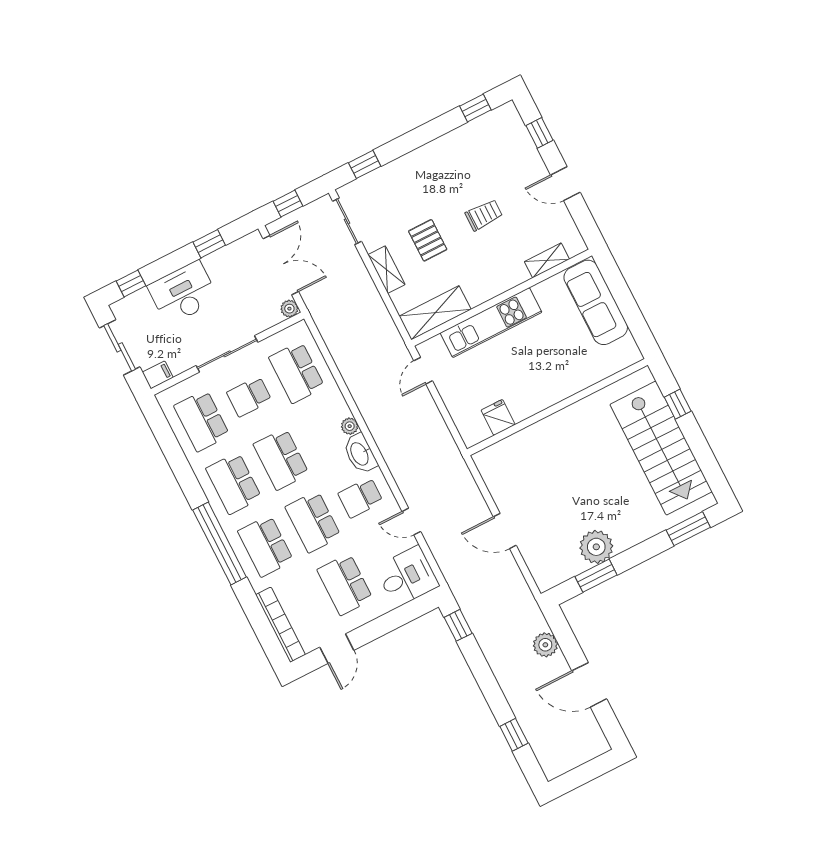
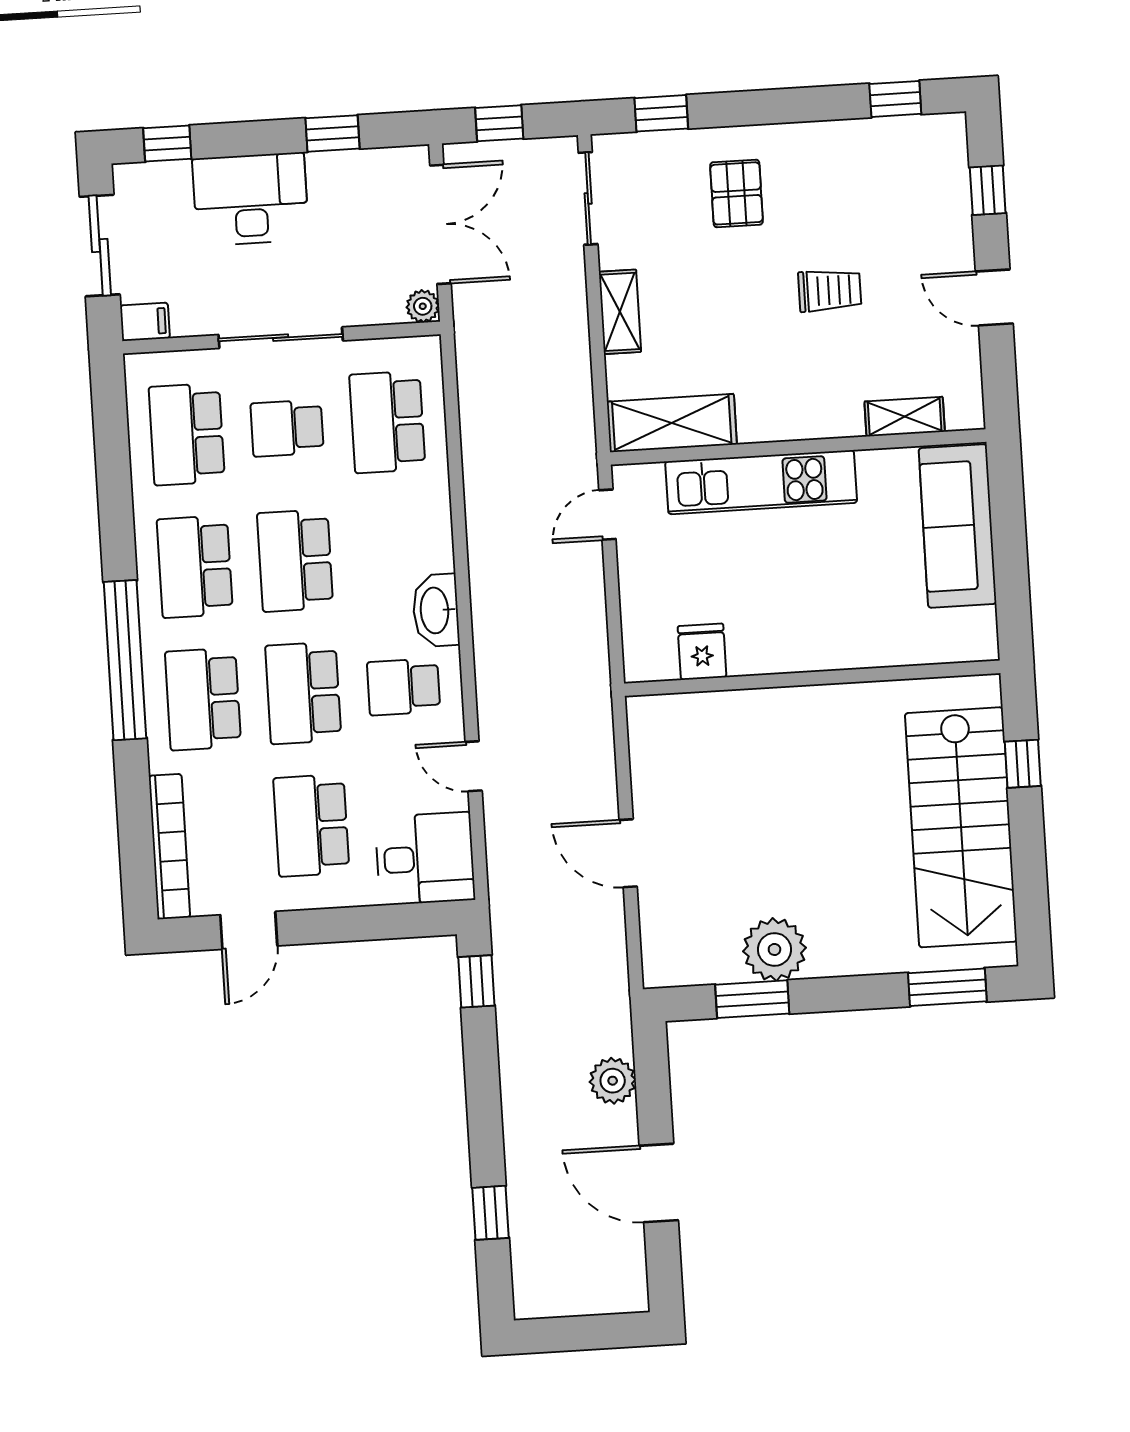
pallet: (428, 240) -> (736, 193), moved
plant: (350, 426) -> (438, 555), removed

